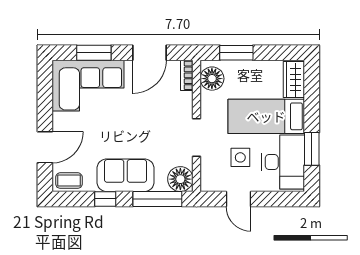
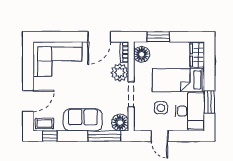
window: (94, 53) -> (61, 37), removed
plant: (180, 105) -> (120, 72), added
window: (105, 199) -> (50, 136), moved

